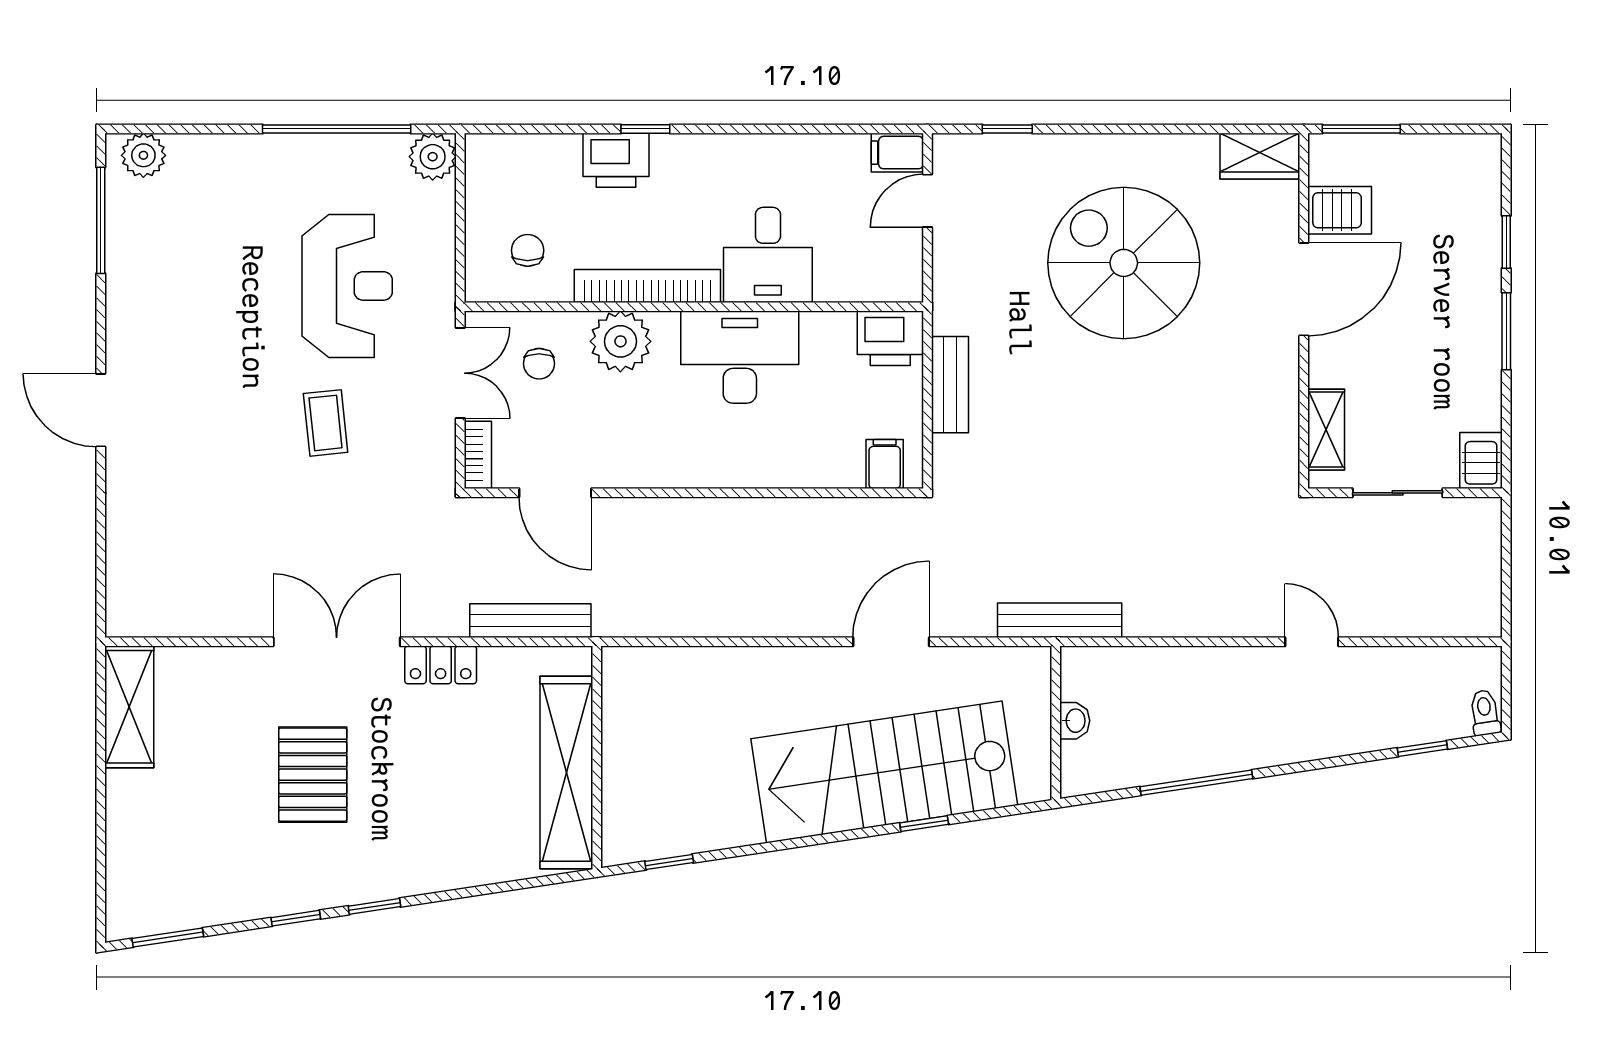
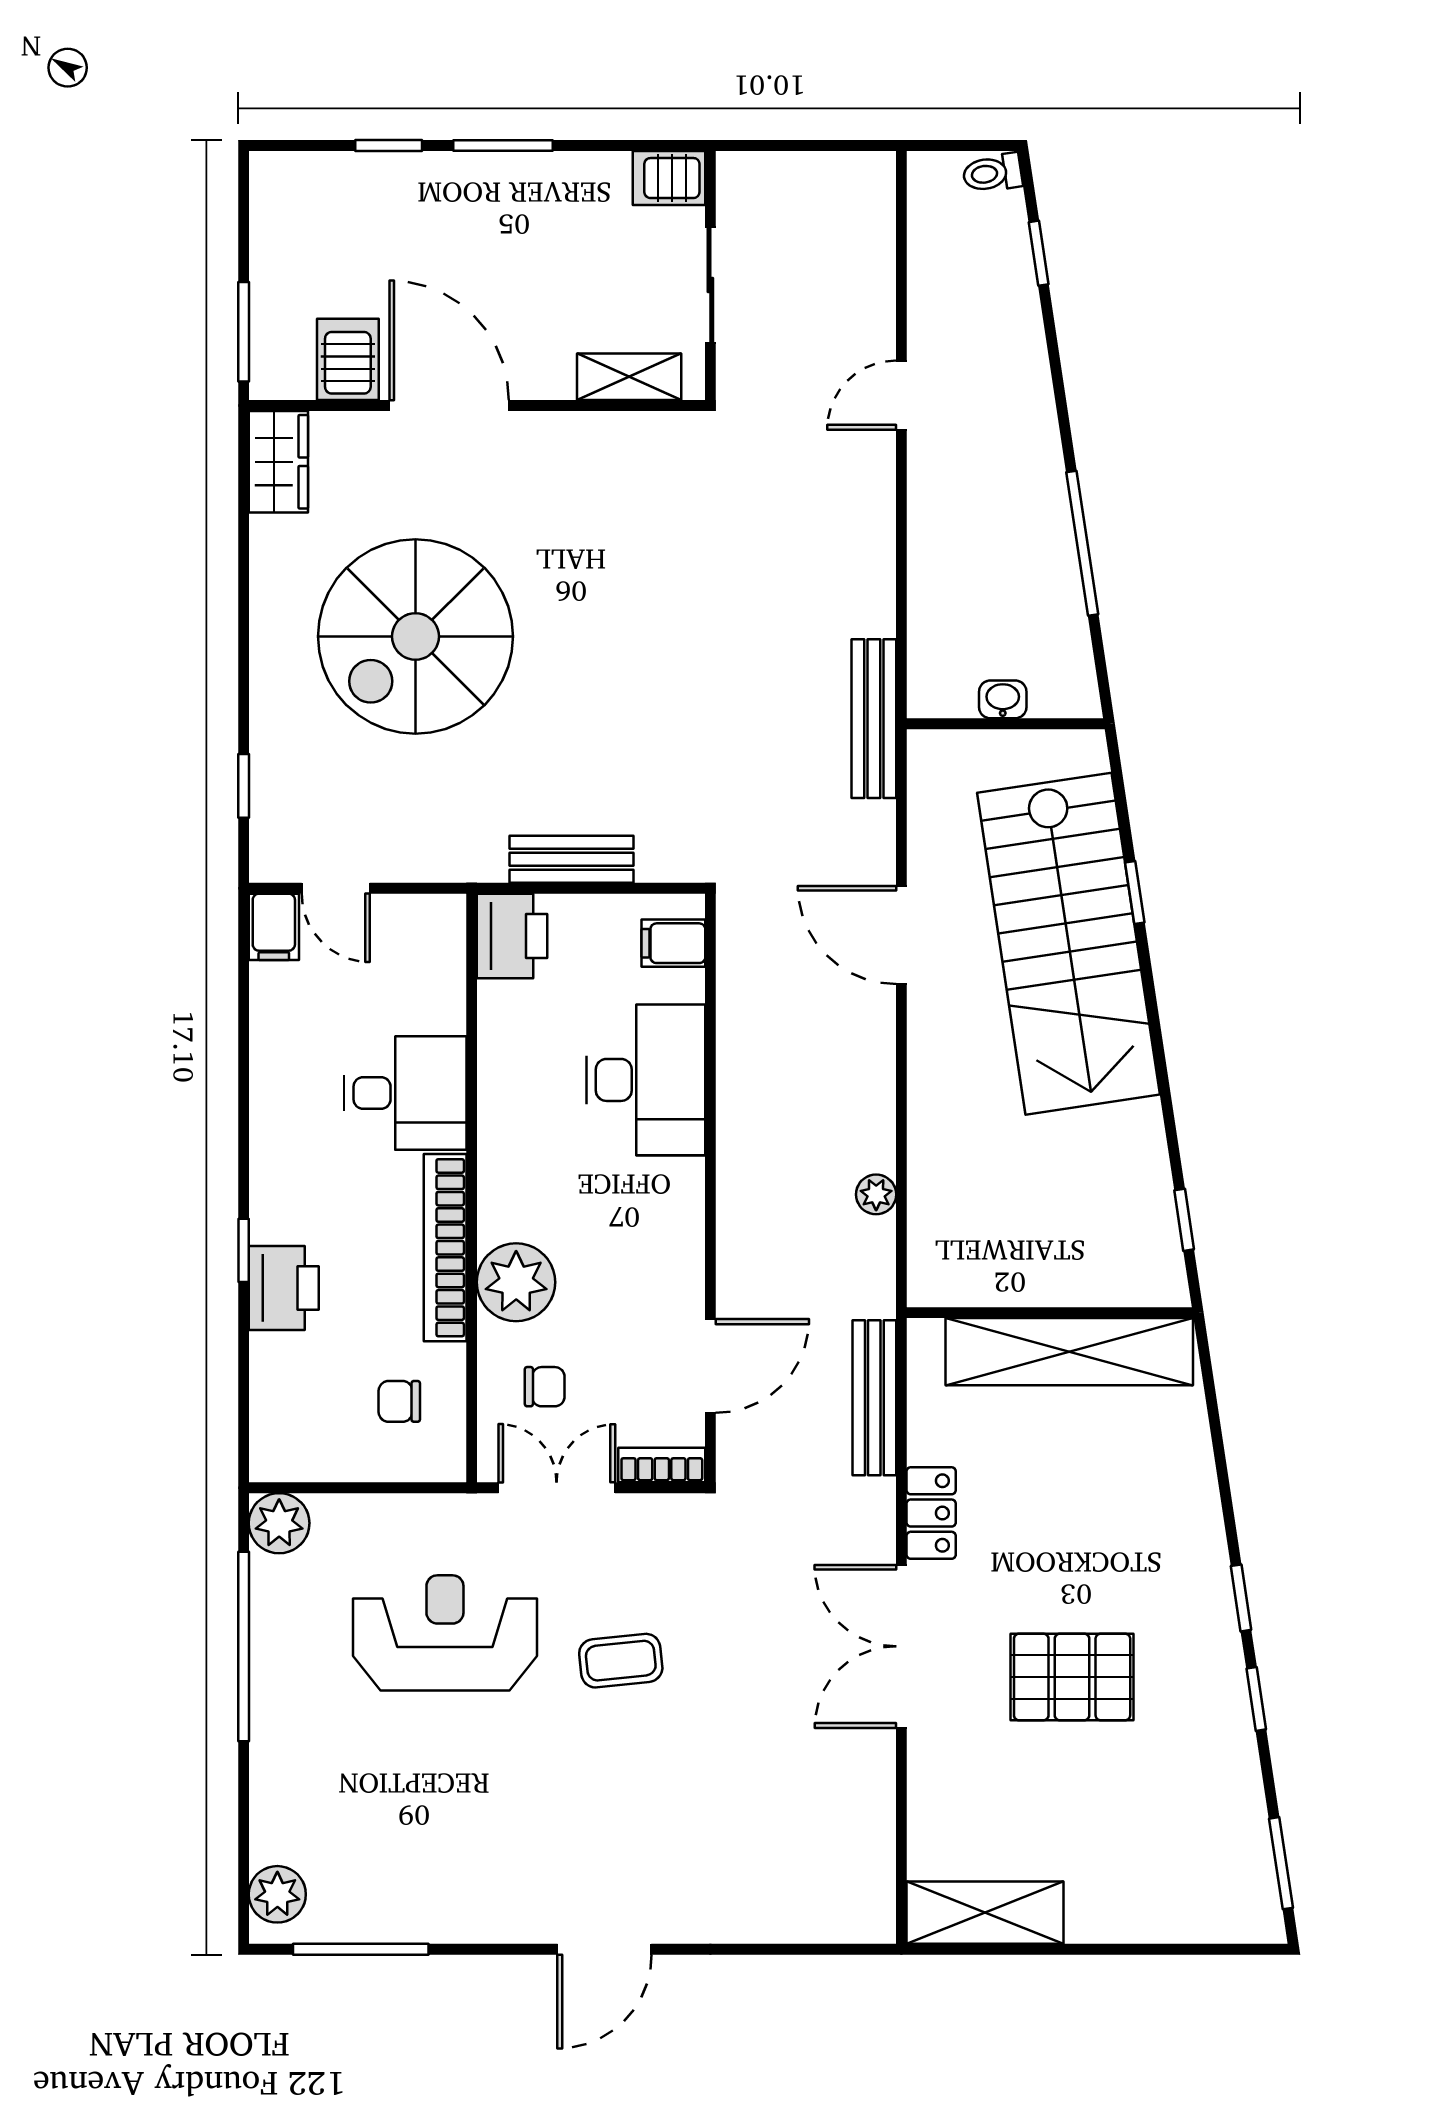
desk: (740, 357) -> (646, 1080), moved, turned 180
plant: (689, 622) -> (876, 1194), added

